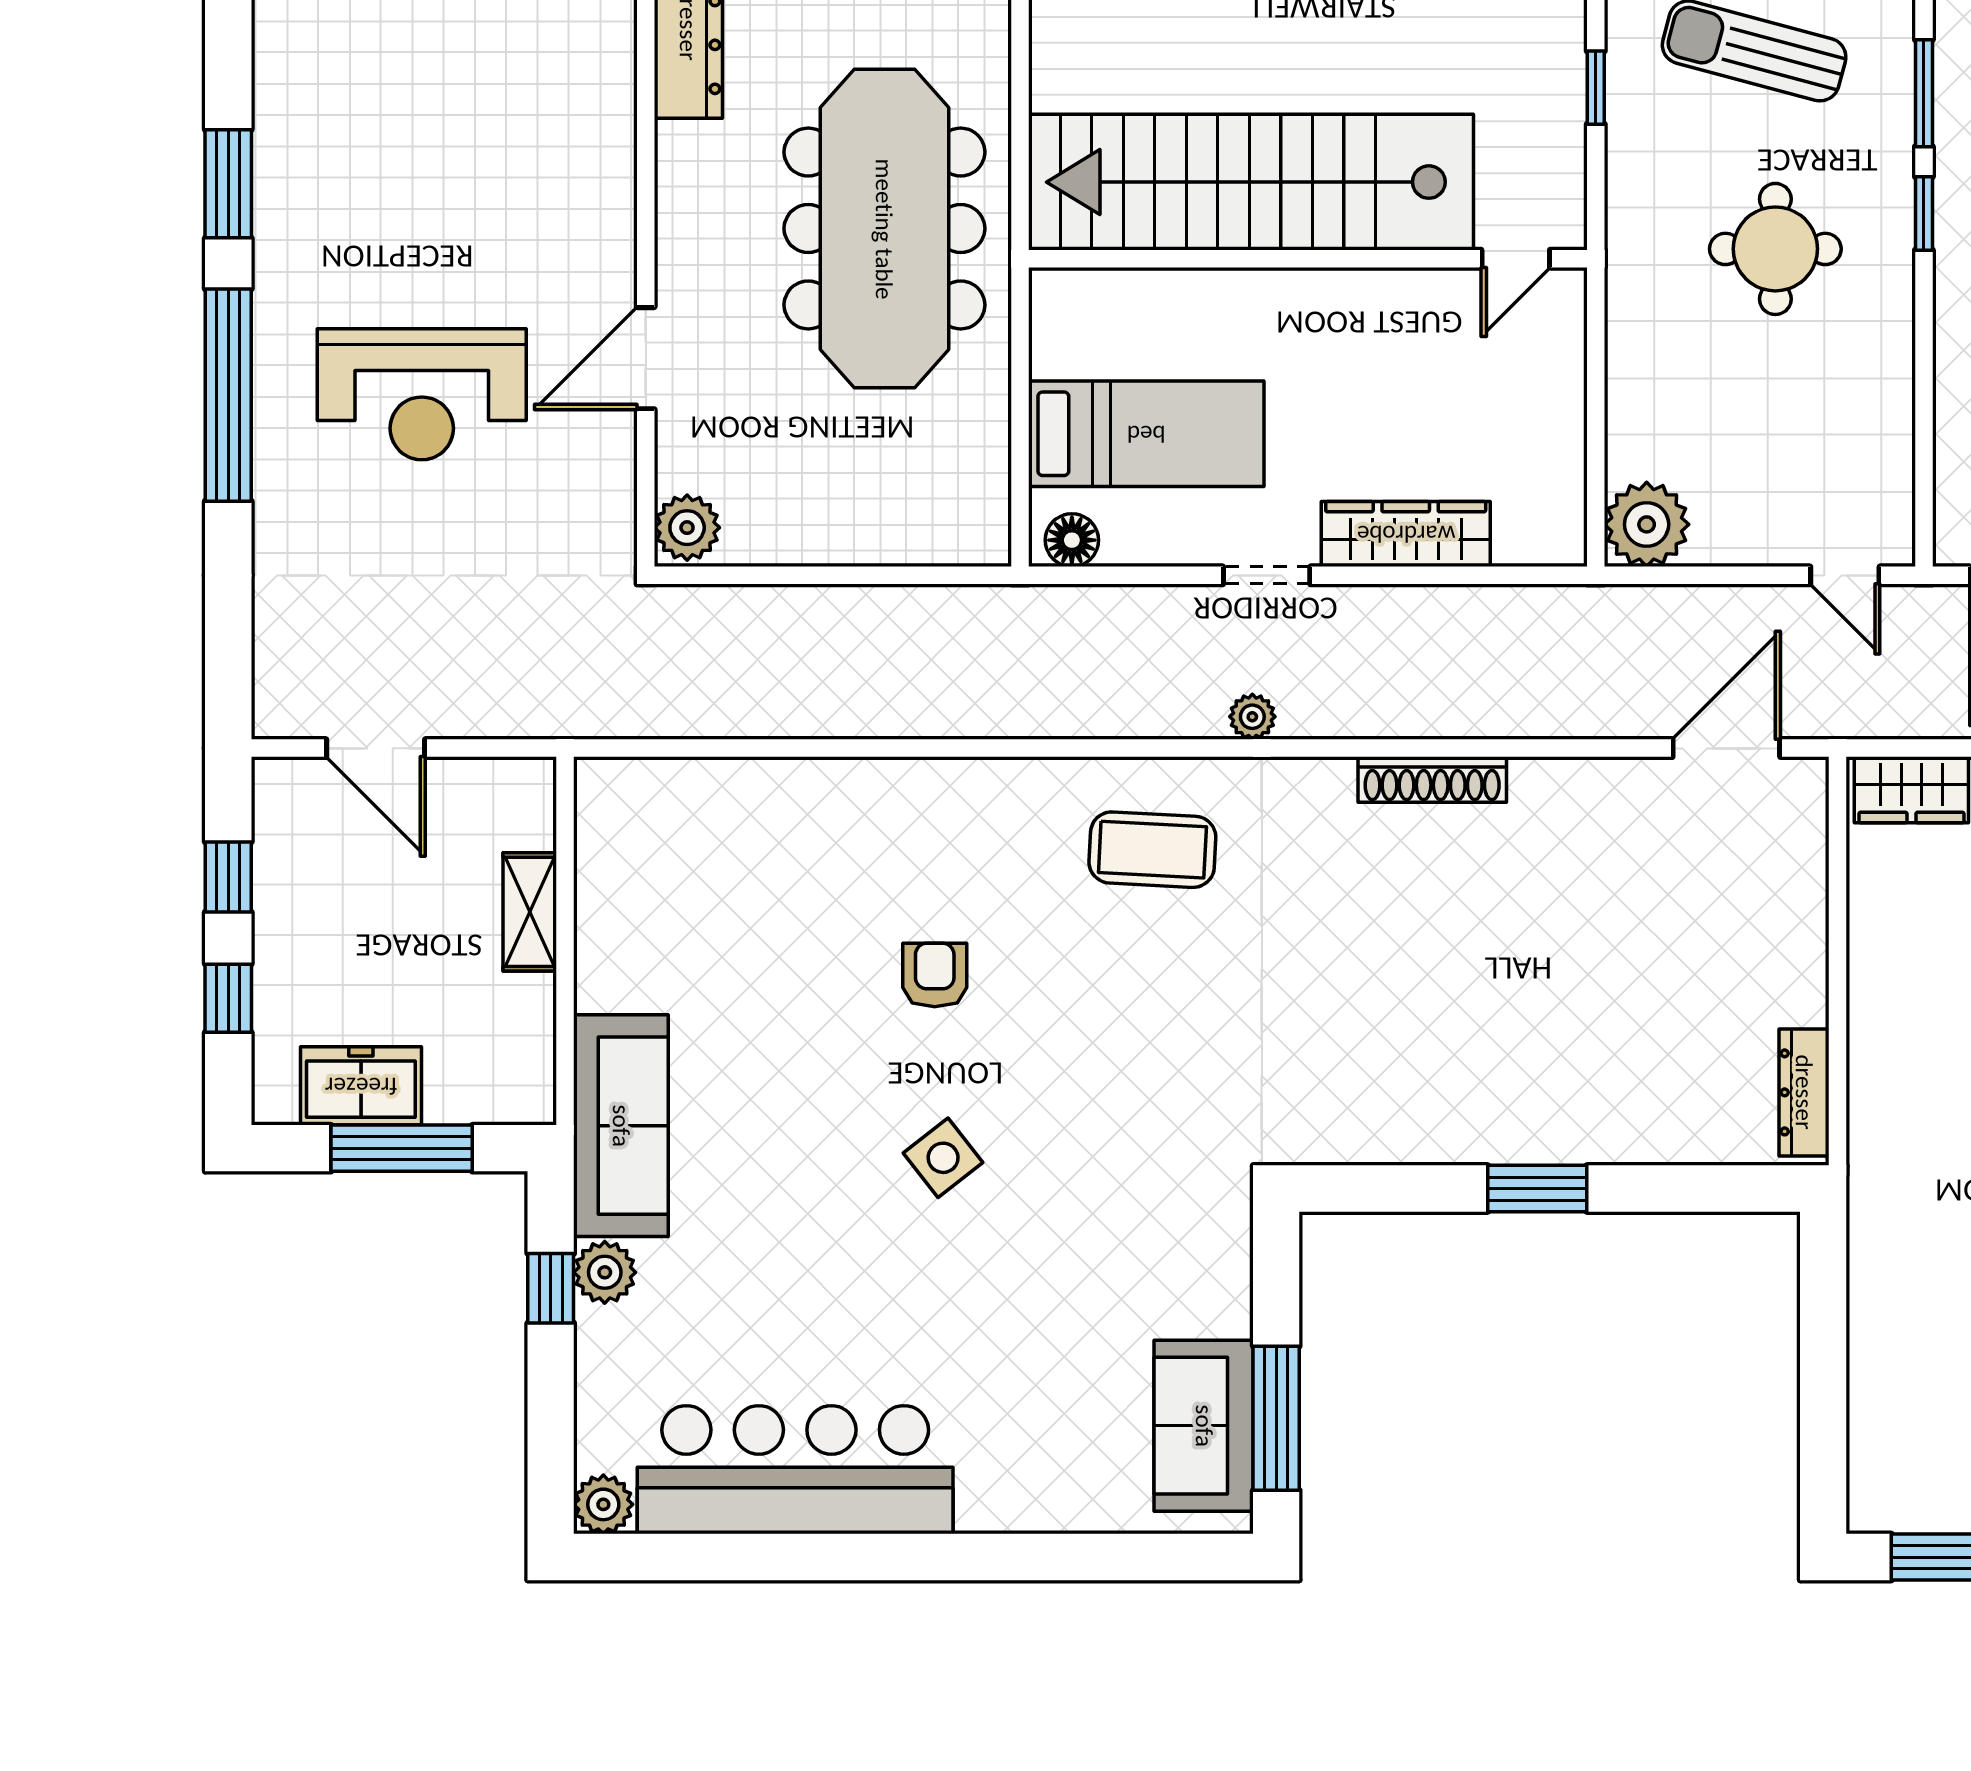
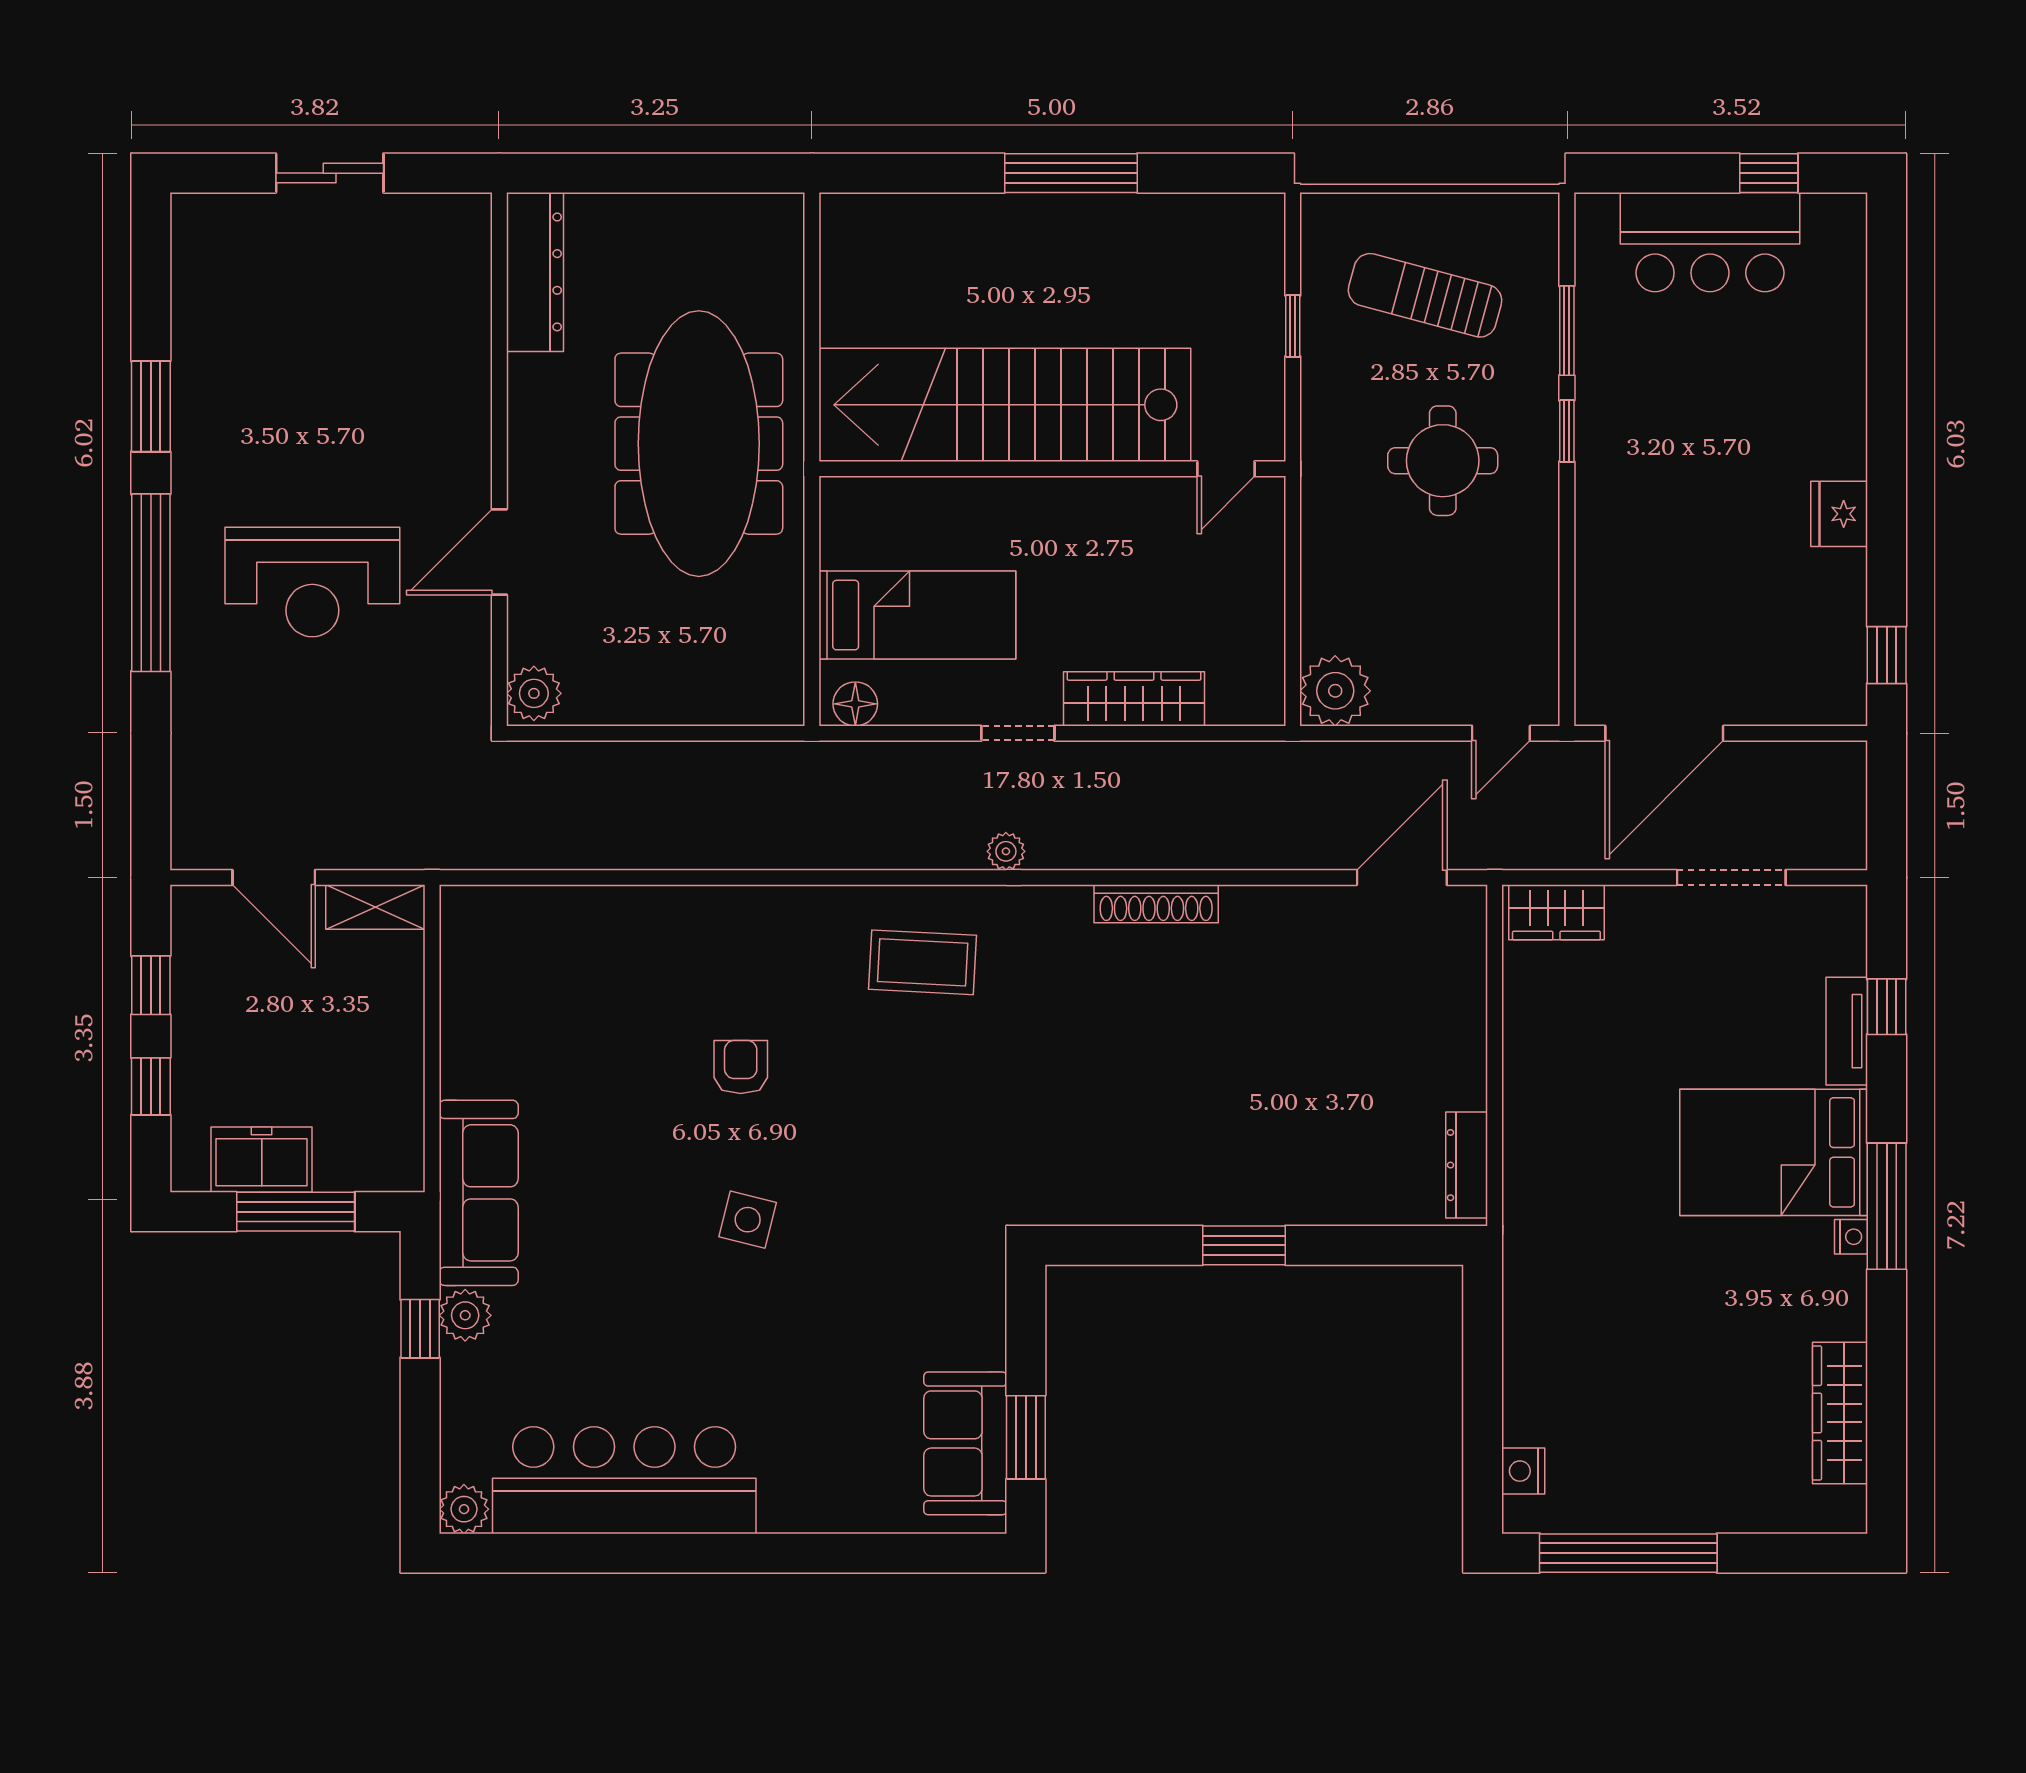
door: (1845, 575) -> (1501, 733), hinge flipped
shelving: (530, 912) -> (375, 907), moved, turned 90
side table: (943, 1158) -> (748, 1220), turned -38
window: (1276, 1418) -> (1026, 1437), width x0.69
nightstand: (1872, 1459) -> (1523, 1471), added

